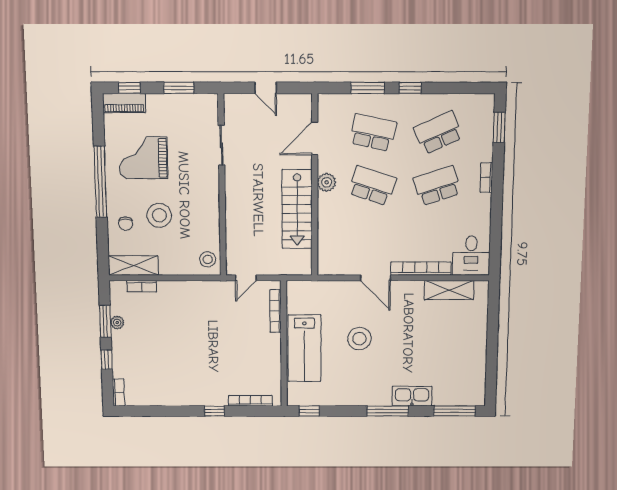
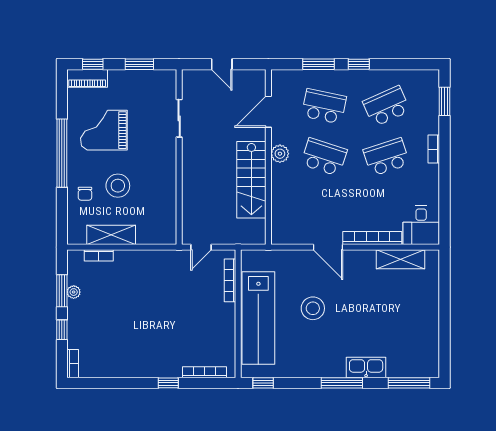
stool: (208, 259) -> (164, 229), removed
shelving: (133, 265) -> (111, 235), moved
lab bench: (304, 348) -> (258, 318), width x1.36

